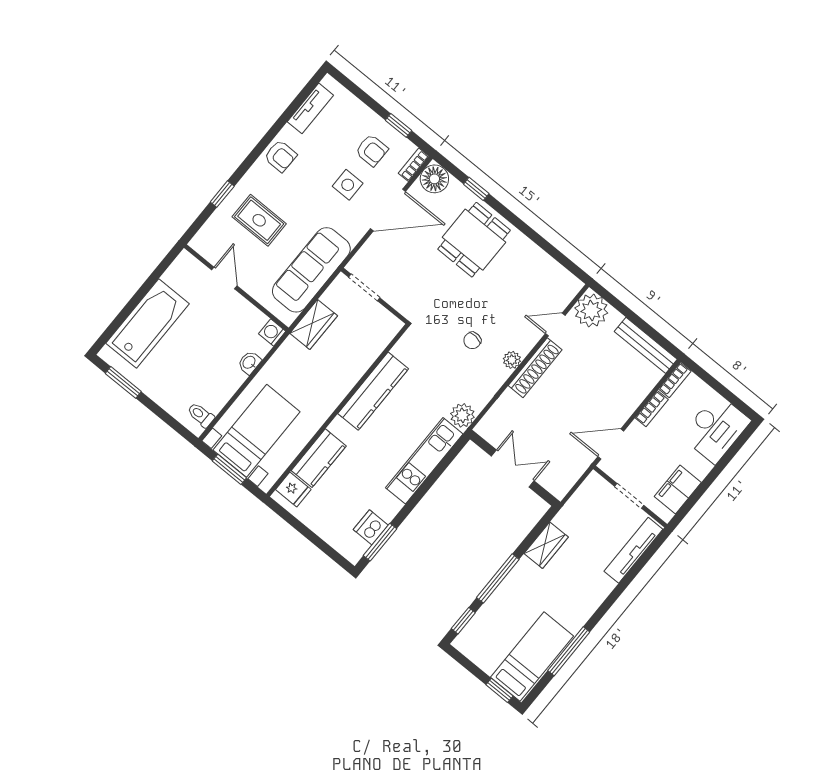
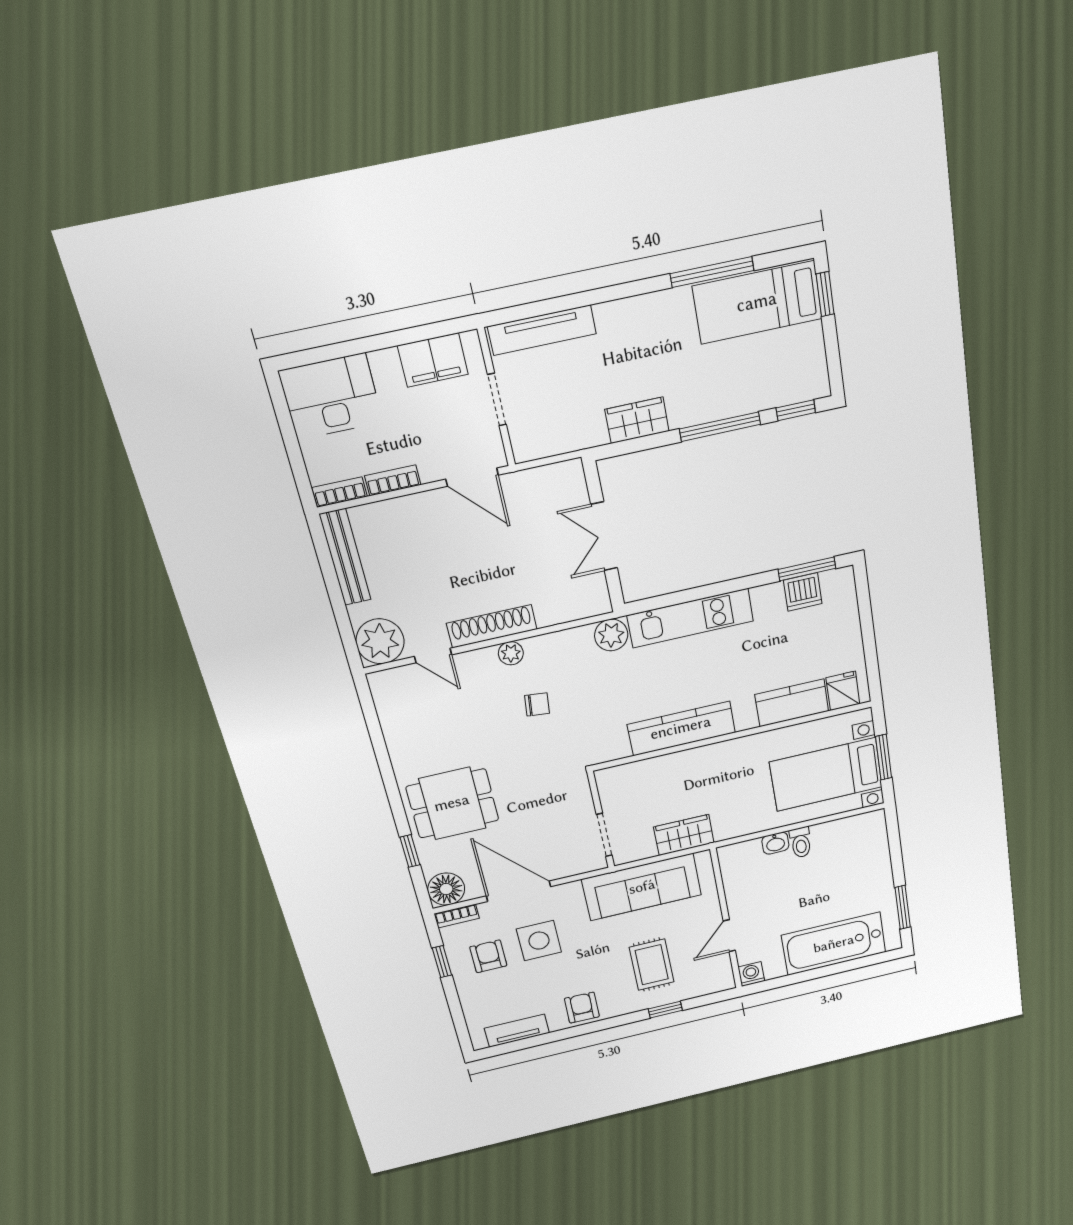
side table: (348, 185) -> (539, 941), width x1.37, depth x1.37
washing machine: (272, 333) -> (751, 974), moved, turned 180
toilet: (201, 415) -> (801, 842), moved

